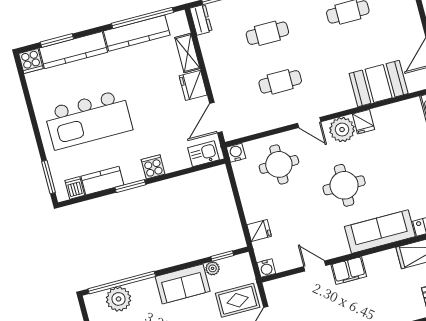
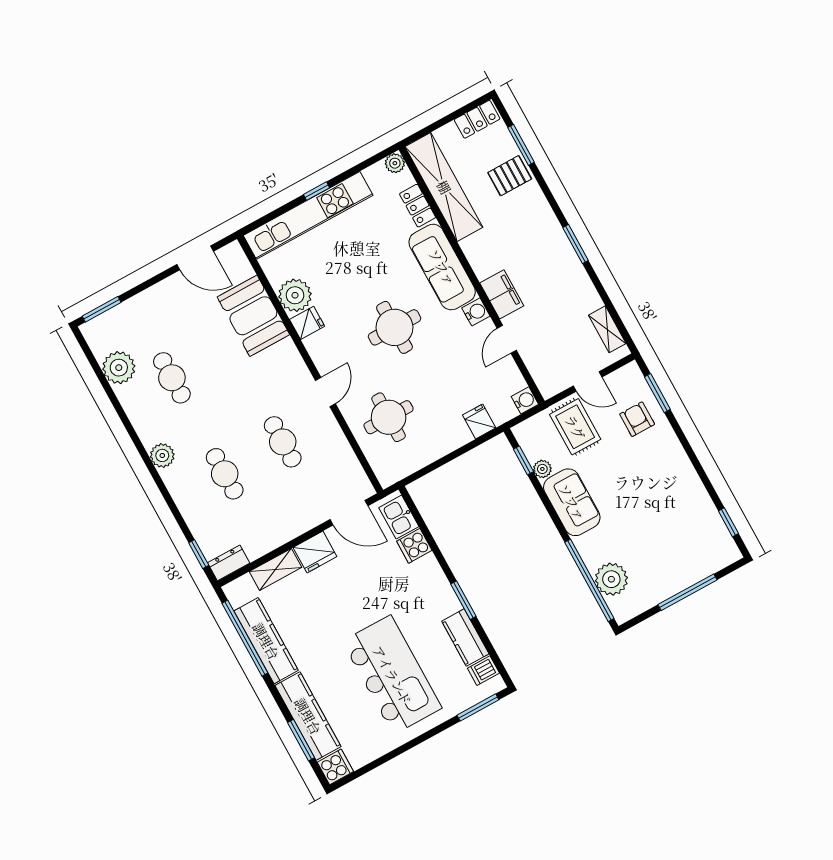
plant: (342, 130) -> (295, 295), moved
water cooler: (236, 153) -> (476, 312), moved, turned 180
cooker: (153, 167) -> (414, 546), moved

